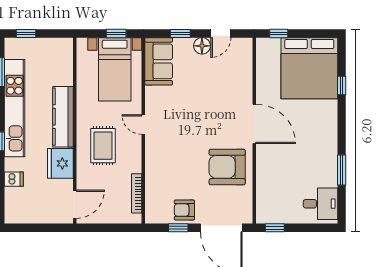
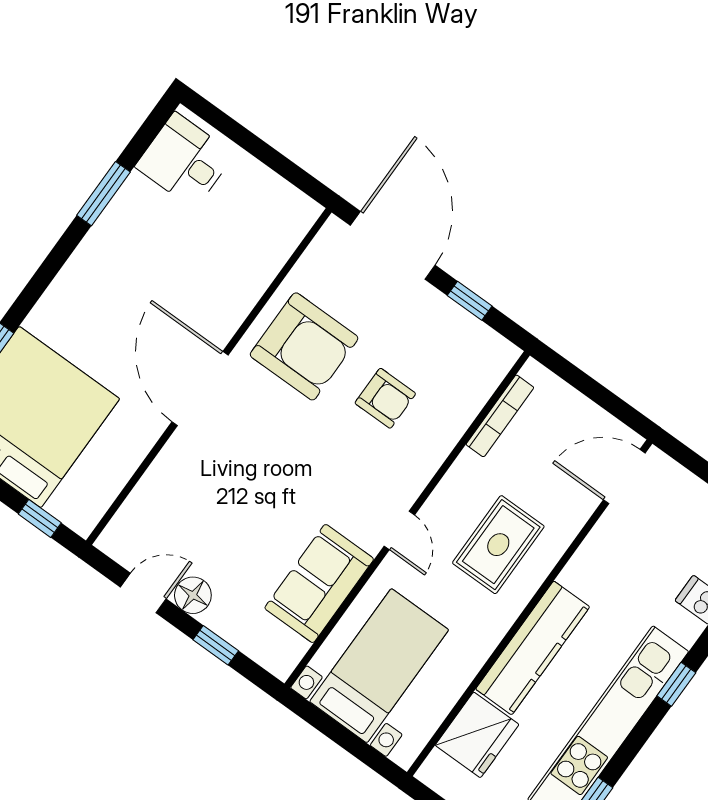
window: (116, 33) -> (331, 728), removed
sofa: (159, 61) -> (319, 584), moved
fridge: (60, 163) -> (477, 735), moved
armchair: (184, 210) -> (385, 398), moved
window: (275, 228) -> (297, 177), removed

